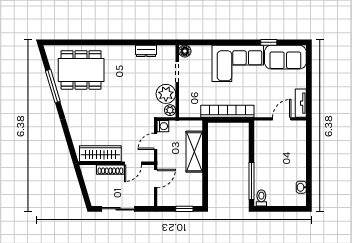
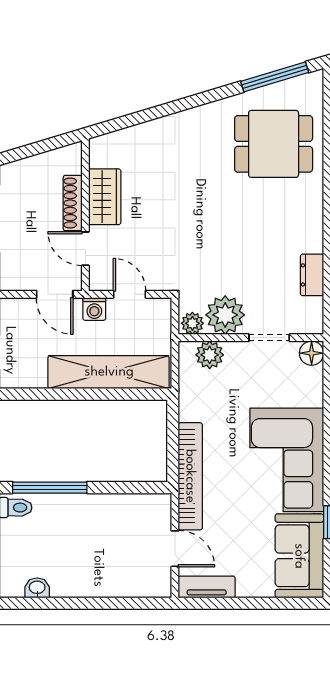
dining table: (81, 70) -> (274, 144), width x0.73
window: (53, 86) -> (275, 77), moved
plant: (186, 102) -> (210, 355), added
bookcase: (227, 111) -> (190, 476), moved
washing machine: (163, 126) -> (94, 309), moved
shelving: (194, 152) -> (109, 372), width x1.47
wardrobe: (100, 154) -> (105, 197), width x0.67

